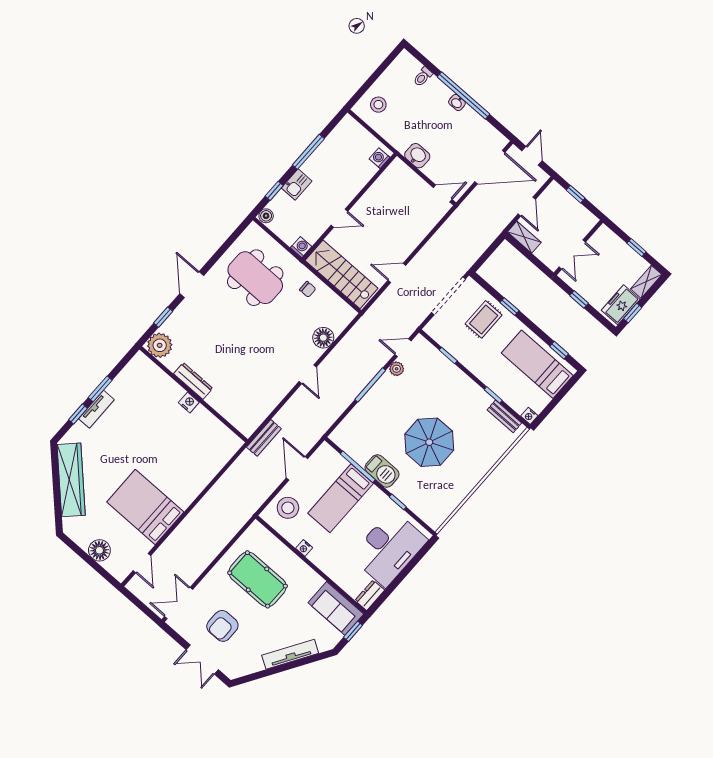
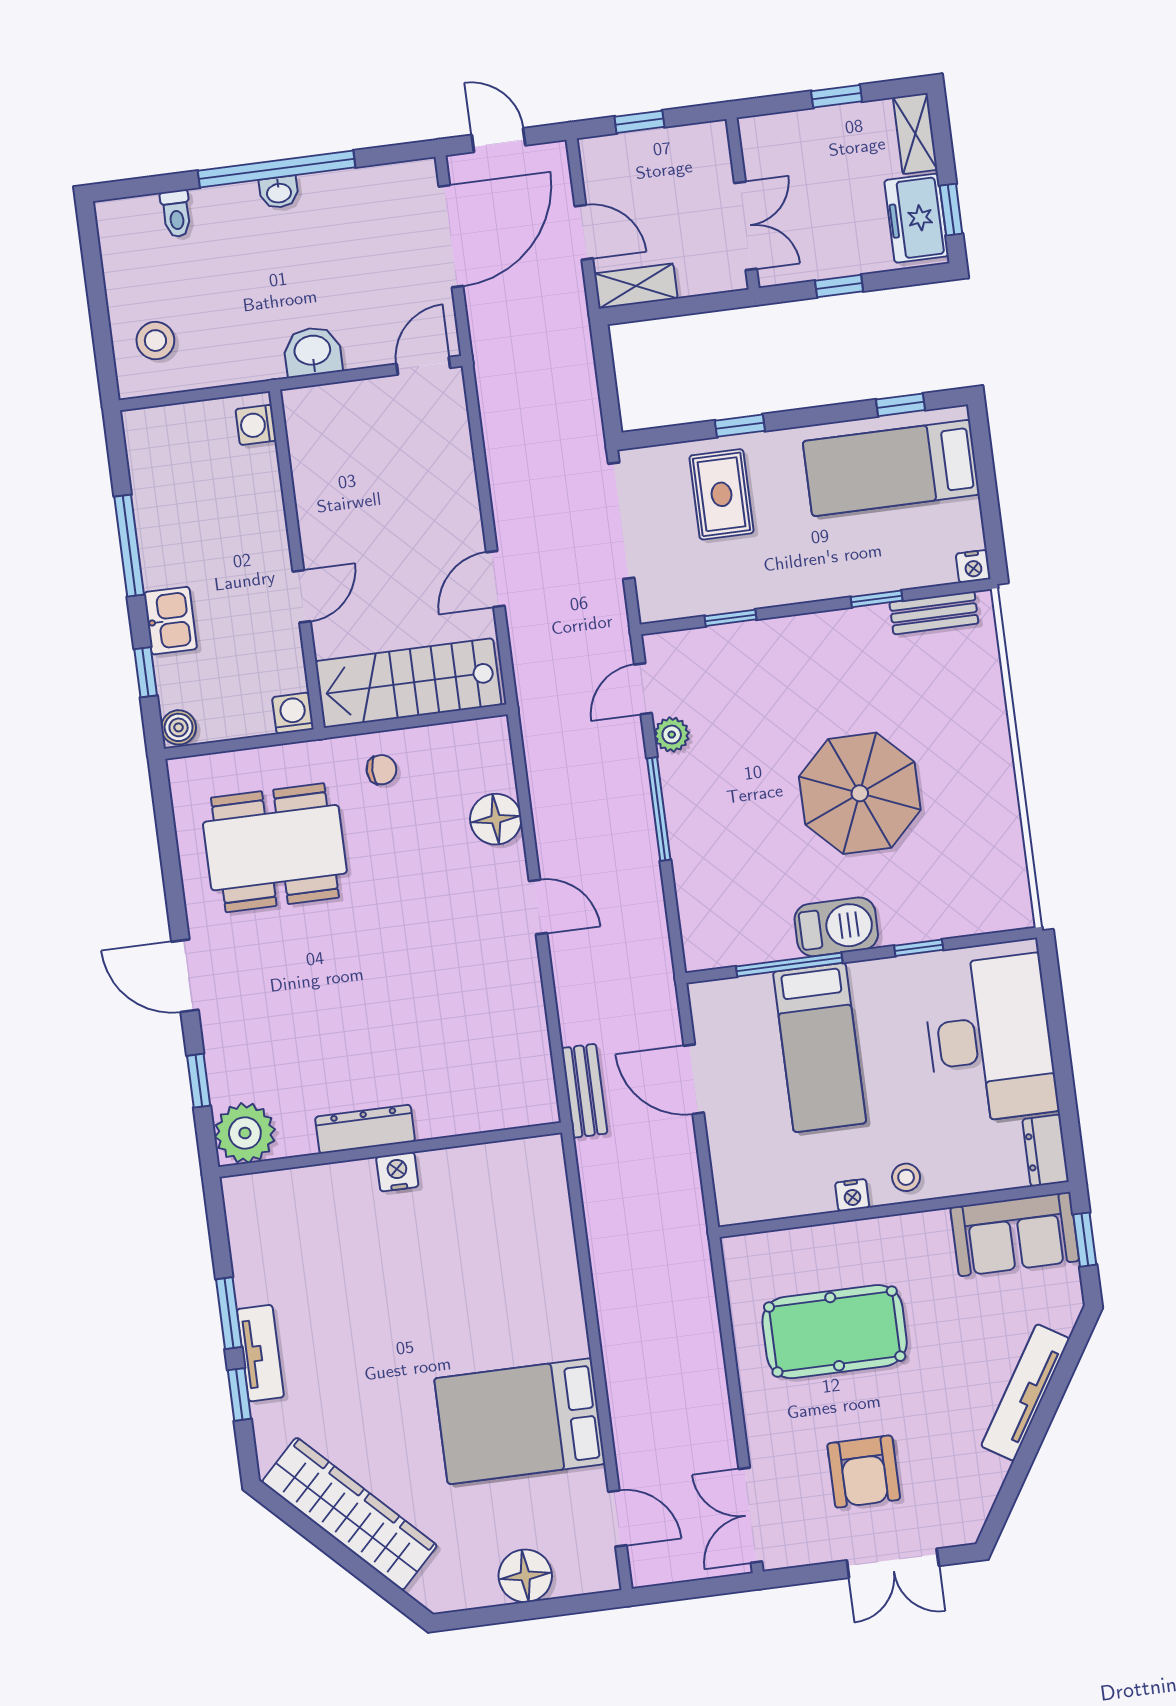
stool: (288, 508) -> (906, 1177), moved, width x0.53, depth x0.53

